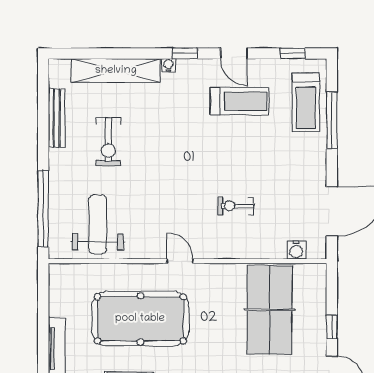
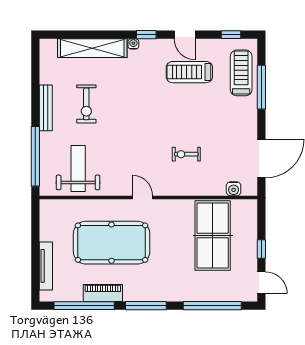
treadmill: (240, 101) -> (189, 72), turned 180
treadmill: (306, 102) -> (241, 73), turned 180
bench: (57, 118) -> (46, 108), moved

